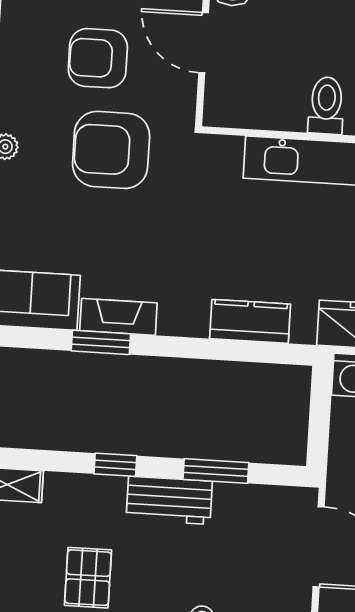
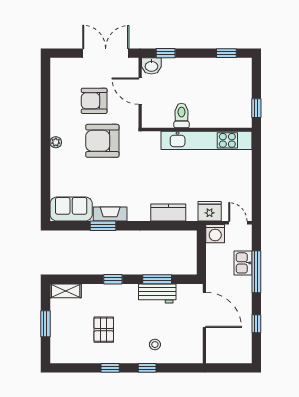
toilet: (326, 106) -> (181, 116), moved
workbench: (169, 500) -> (157, 293), moved

